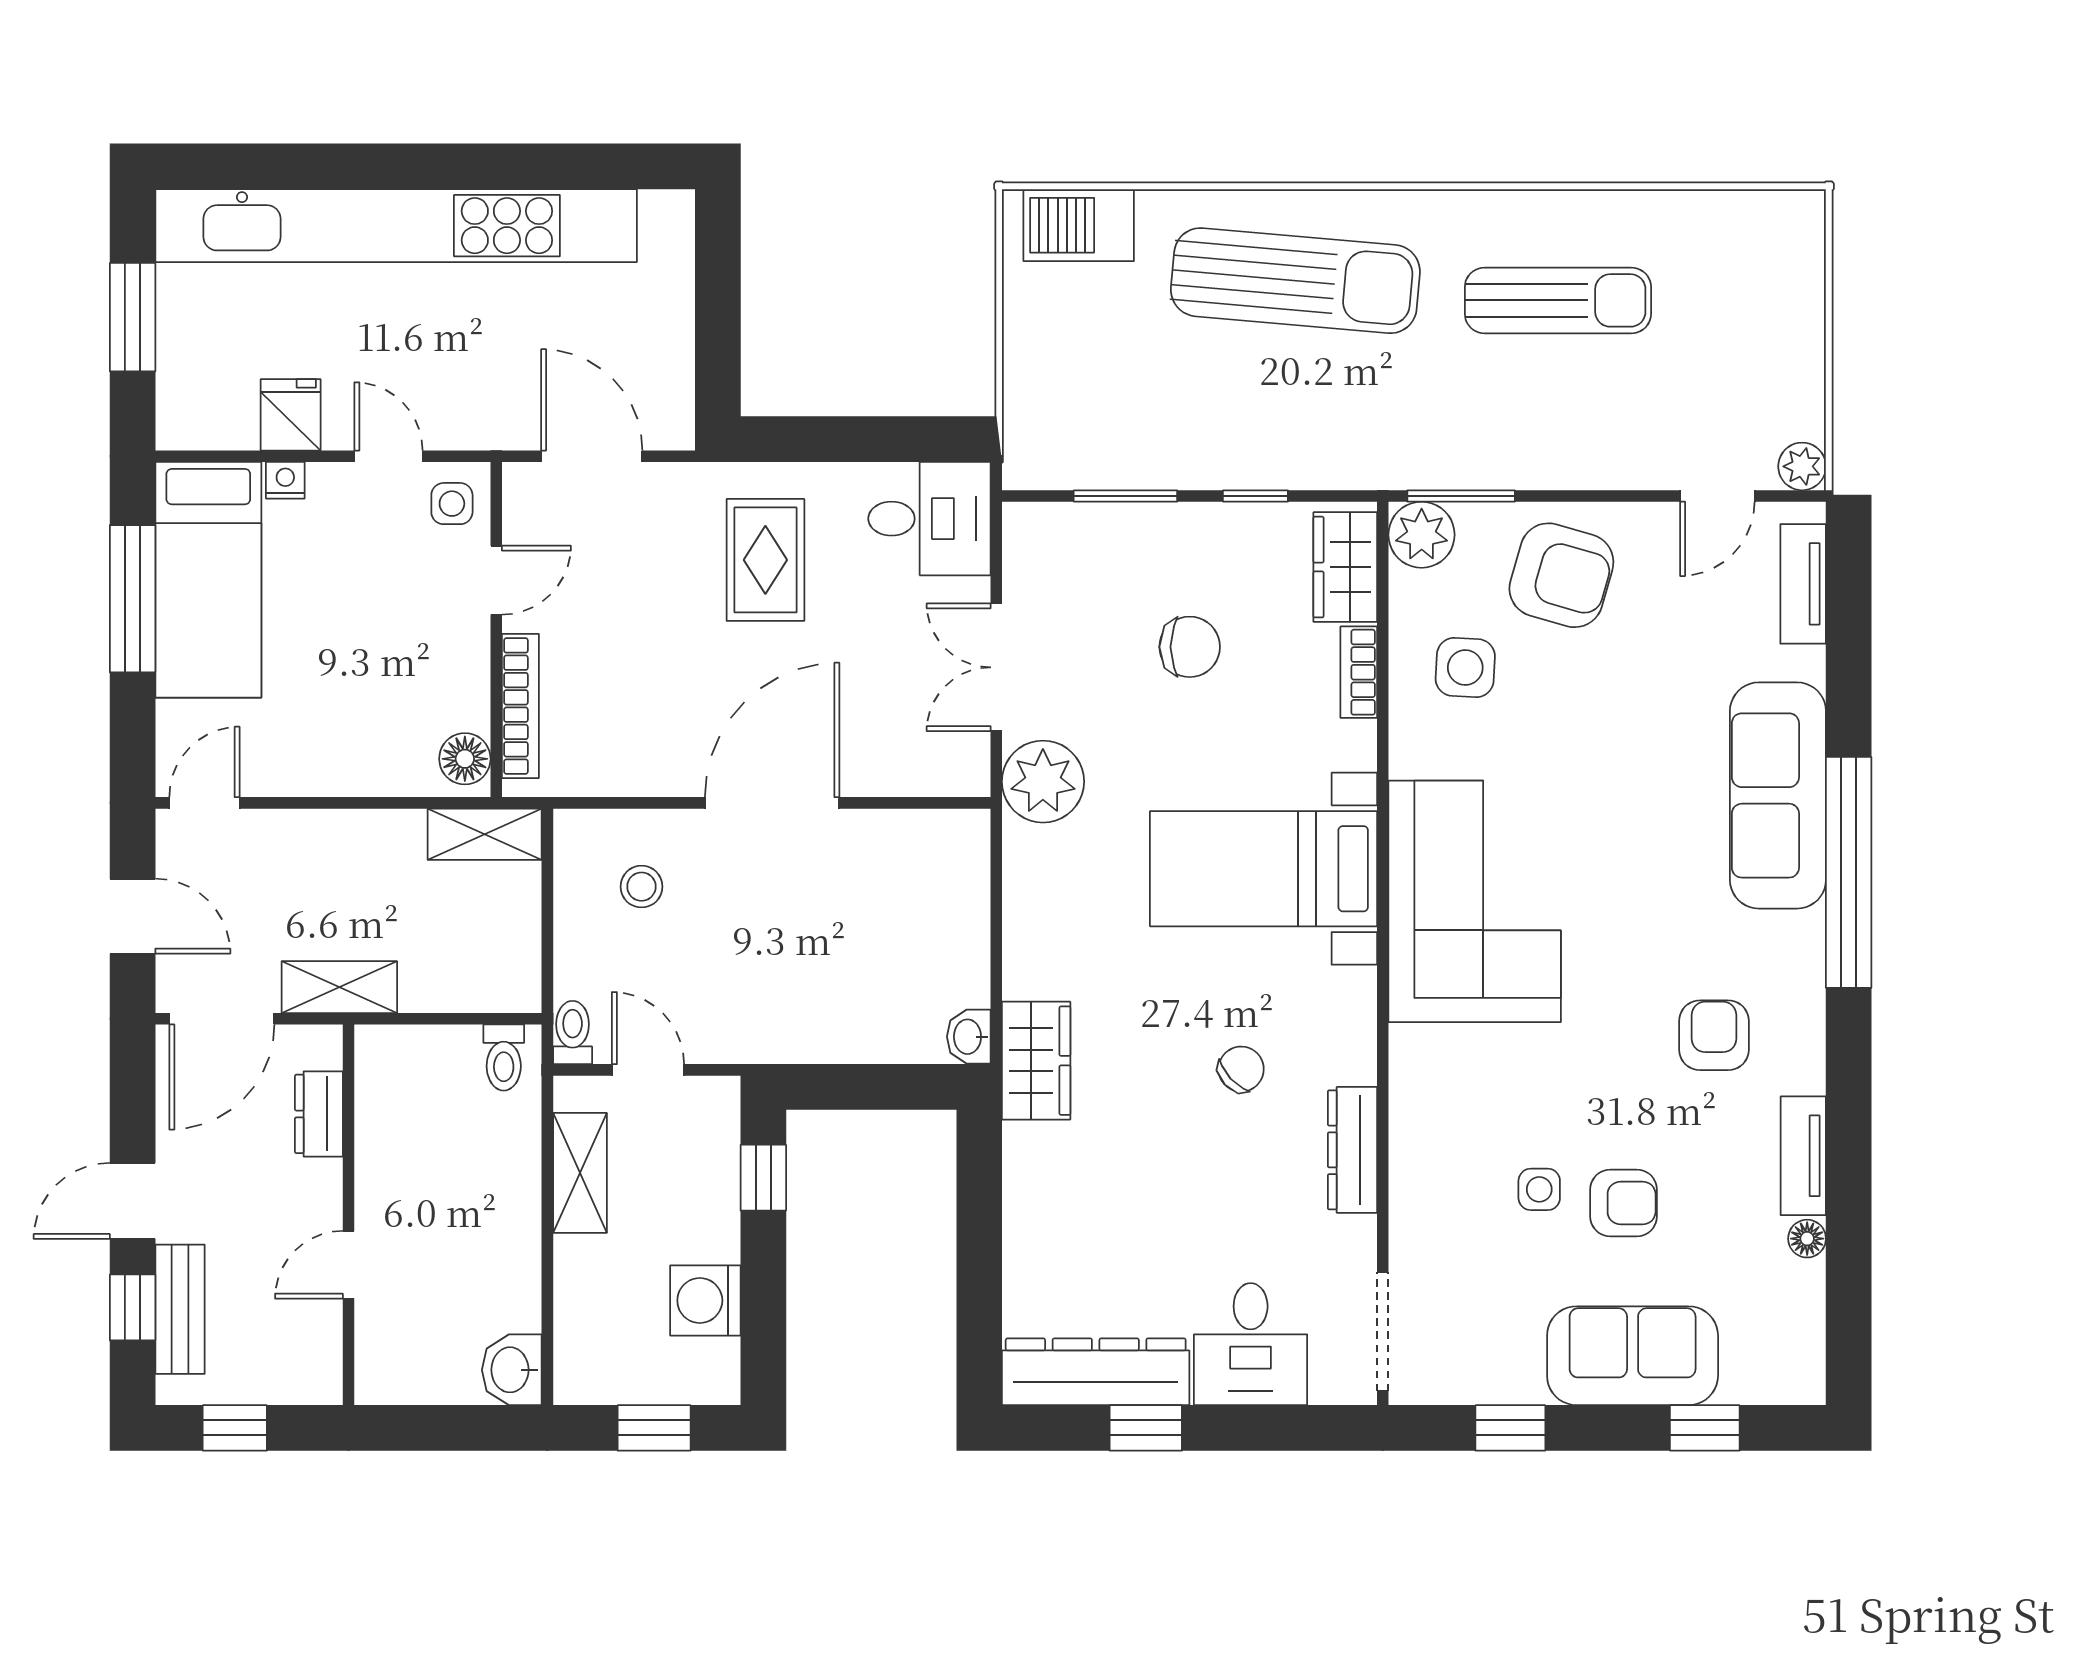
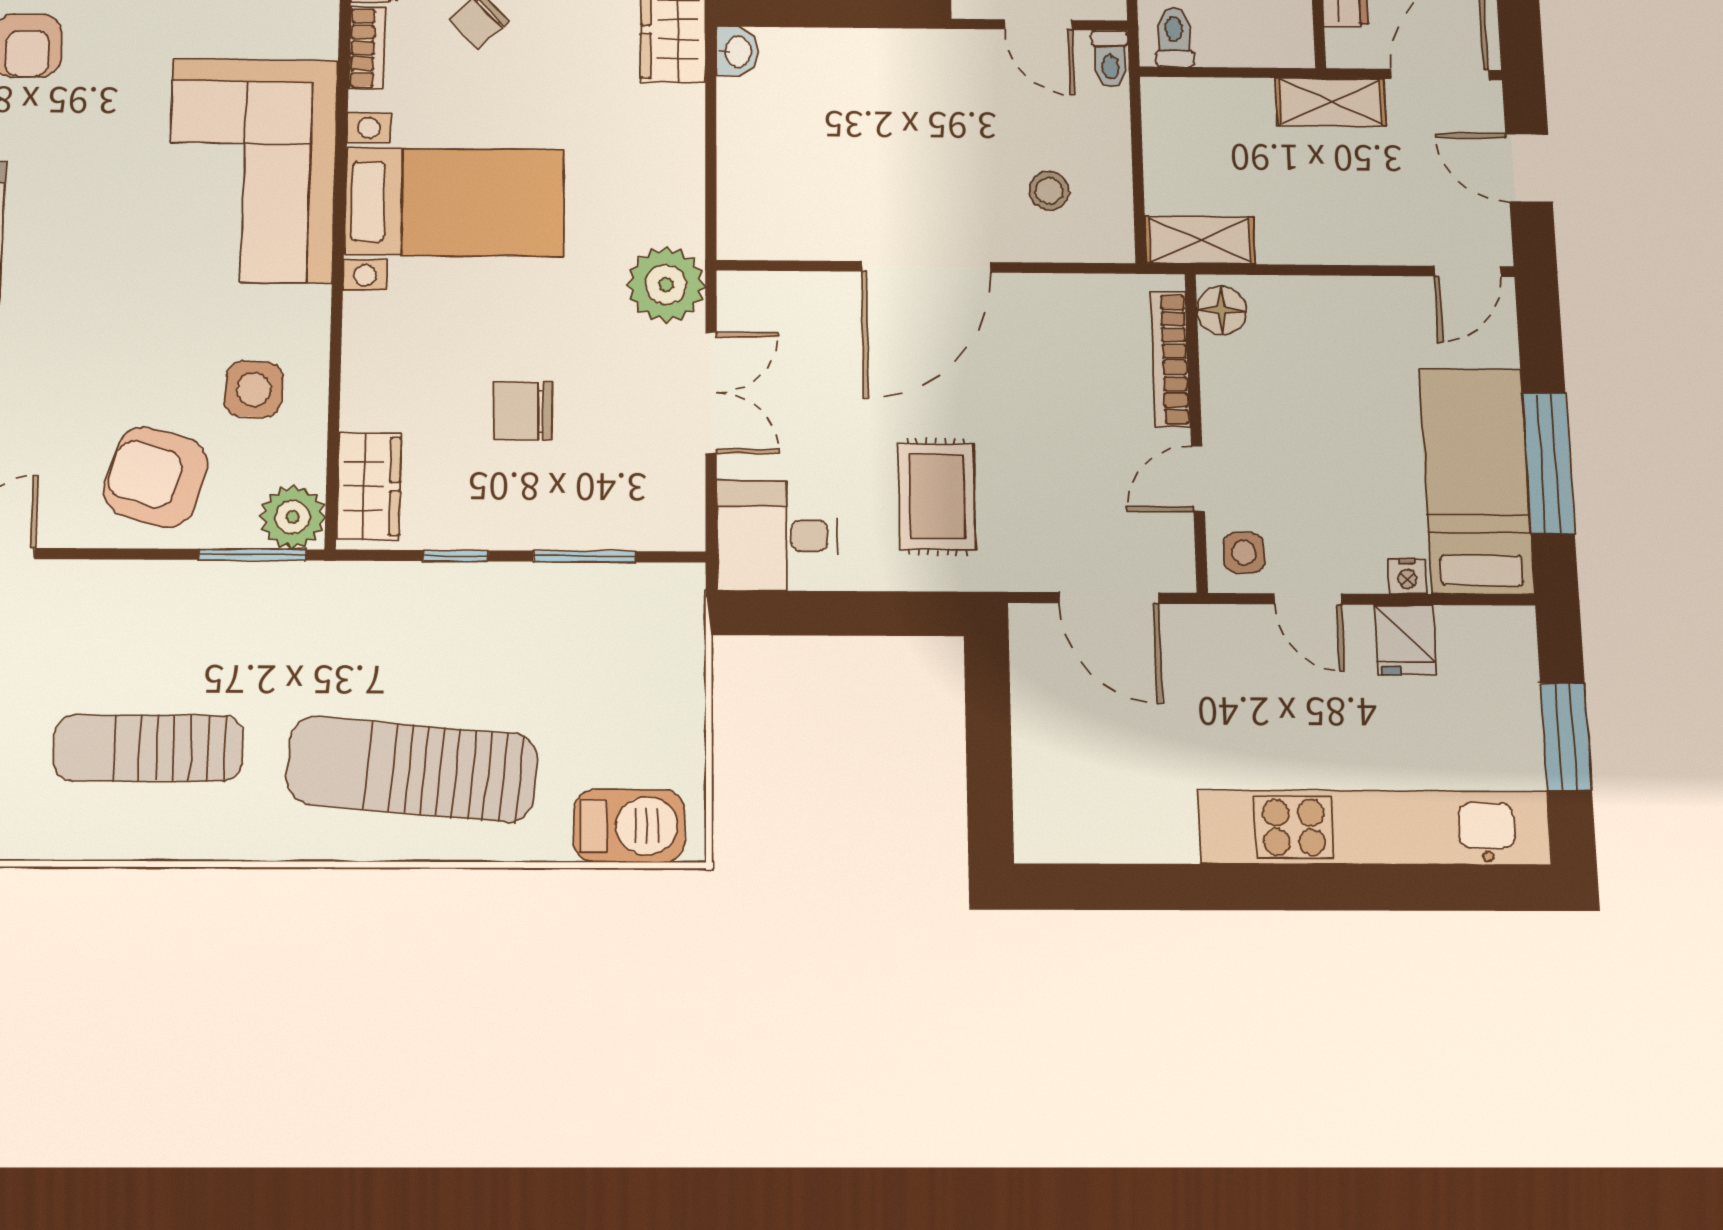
kitchen unit: (396, 226) -> (1375, 828), width x0.73
bookcase: (1359, 672) -> (367, 48), moved

